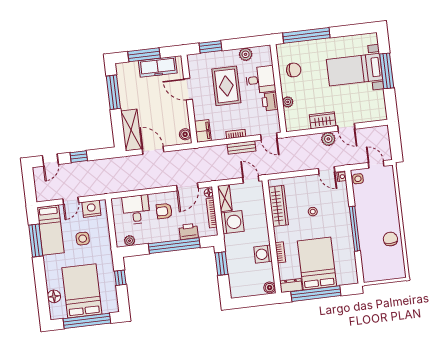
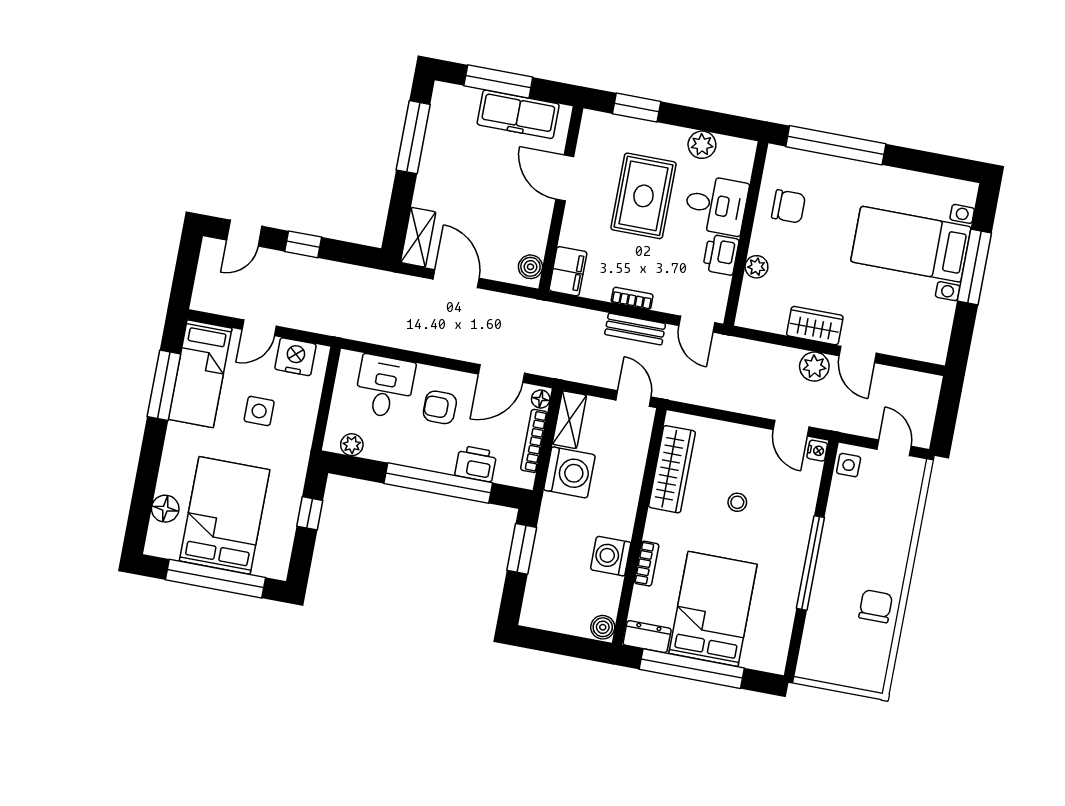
shelving: (131, 130) -> (418, 237), width x0.67, depth x0.75

